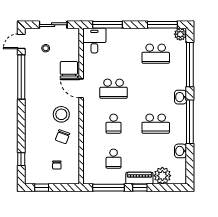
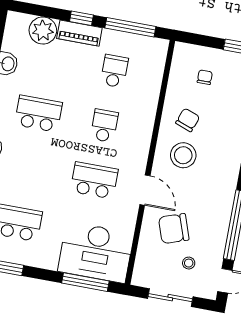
desk: (94, 41) -> (96, 252), width x1.87, depth x1.30
chair: (69, 70) -> (174, 229), moved, turned 71

